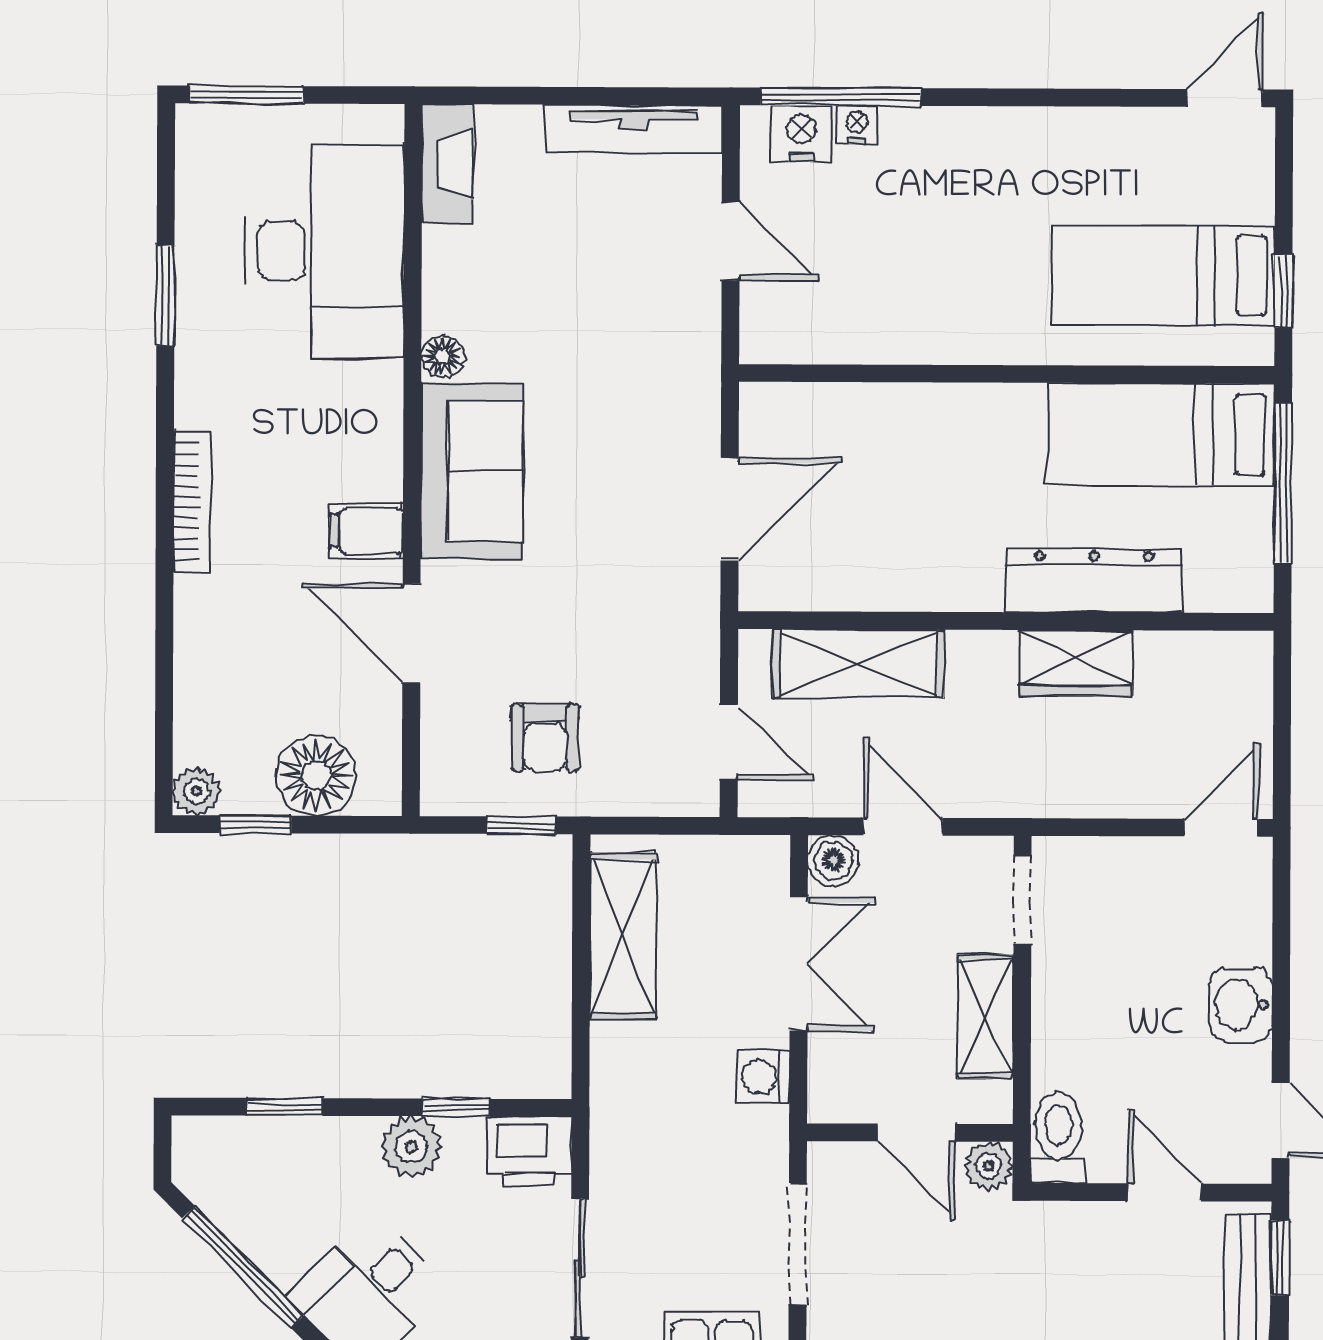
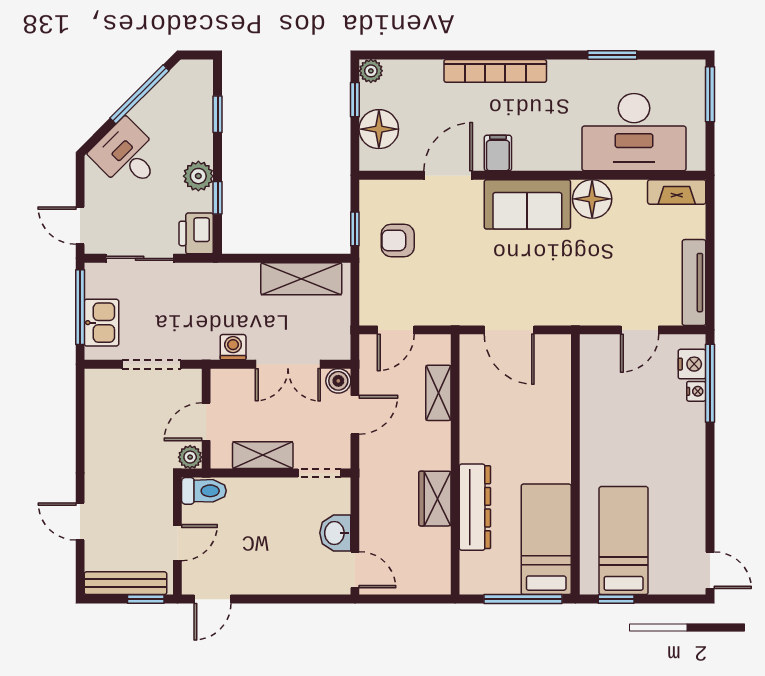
floor lamp: (442, 356) -> (592, 199), width x1.89, depth x1.89
bookcase: (192, 502) -> (495, 71), width x1.48, depth x1.31
shelving: (859, 664) -> (438, 393), width x0.67, depth x0.75
washbasin: (1241, 1004) -> (335, 533), moved, turned -90

